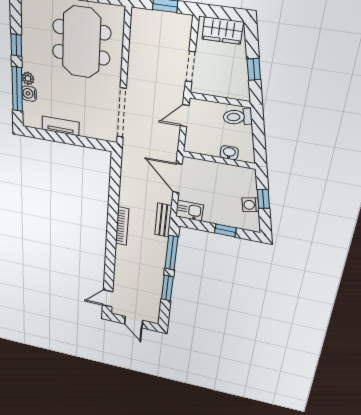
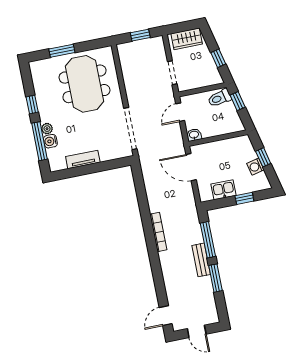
window: (258, 128) -> (238, 101), added
washbasin: (229, 153) -> (194, 135), moved
kitchen sink: (189, 211) -> (223, 190), moved
bench: (163, 220) -> (201, 260), moved

